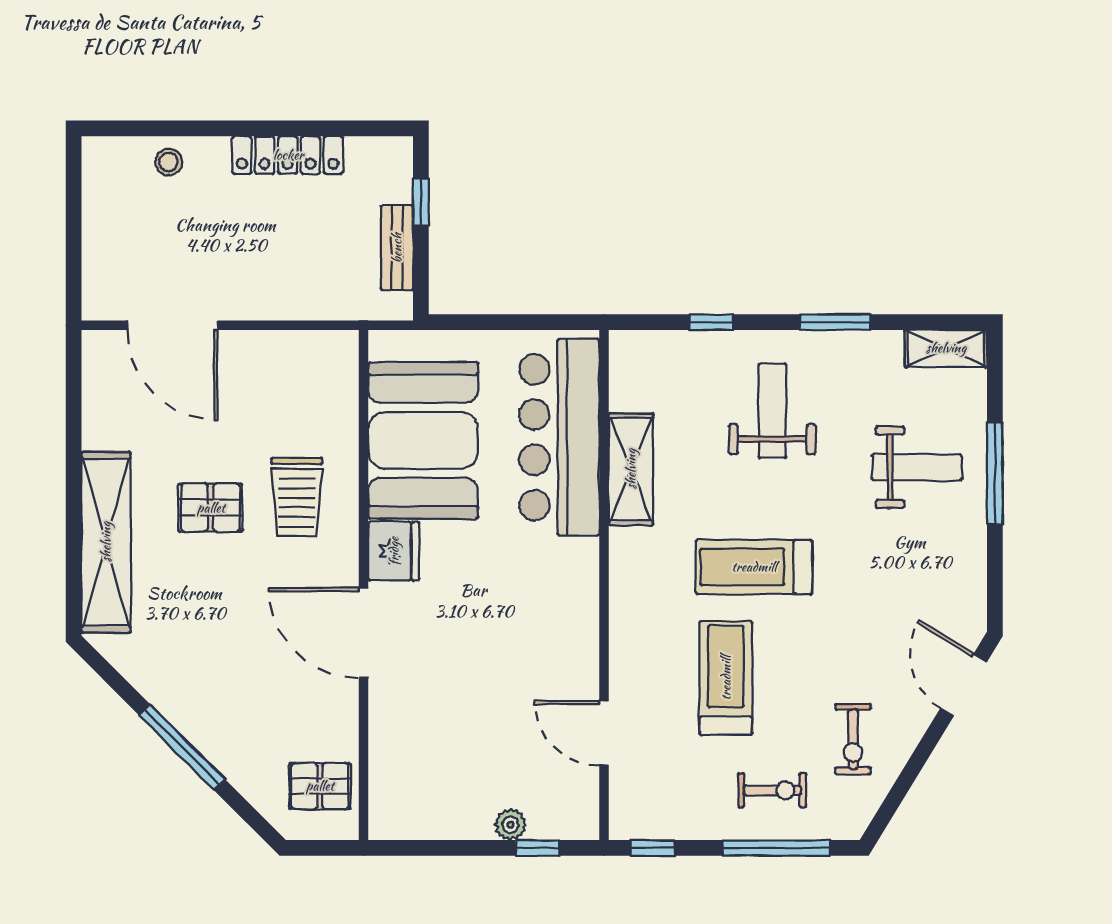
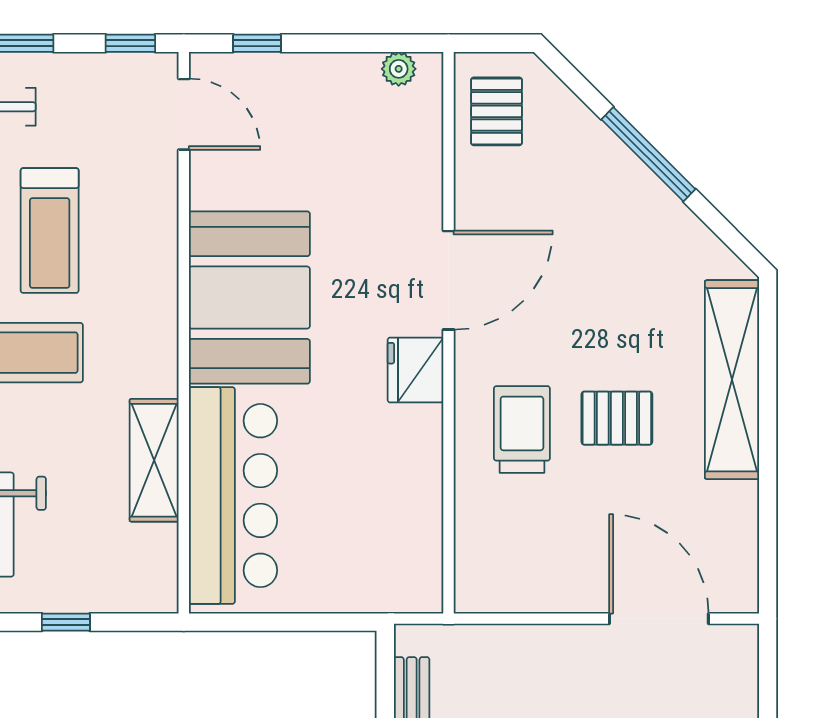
booth: (423, 440) -> (249, 298), moved
door: (364, 633) -> (448, 280), hinge flipped
door: (604, 733) -> (184, 114), moved
pallet: (320, 786) -> (496, 111), turned 90
plant: (510, 825) -> (399, 69), moved

